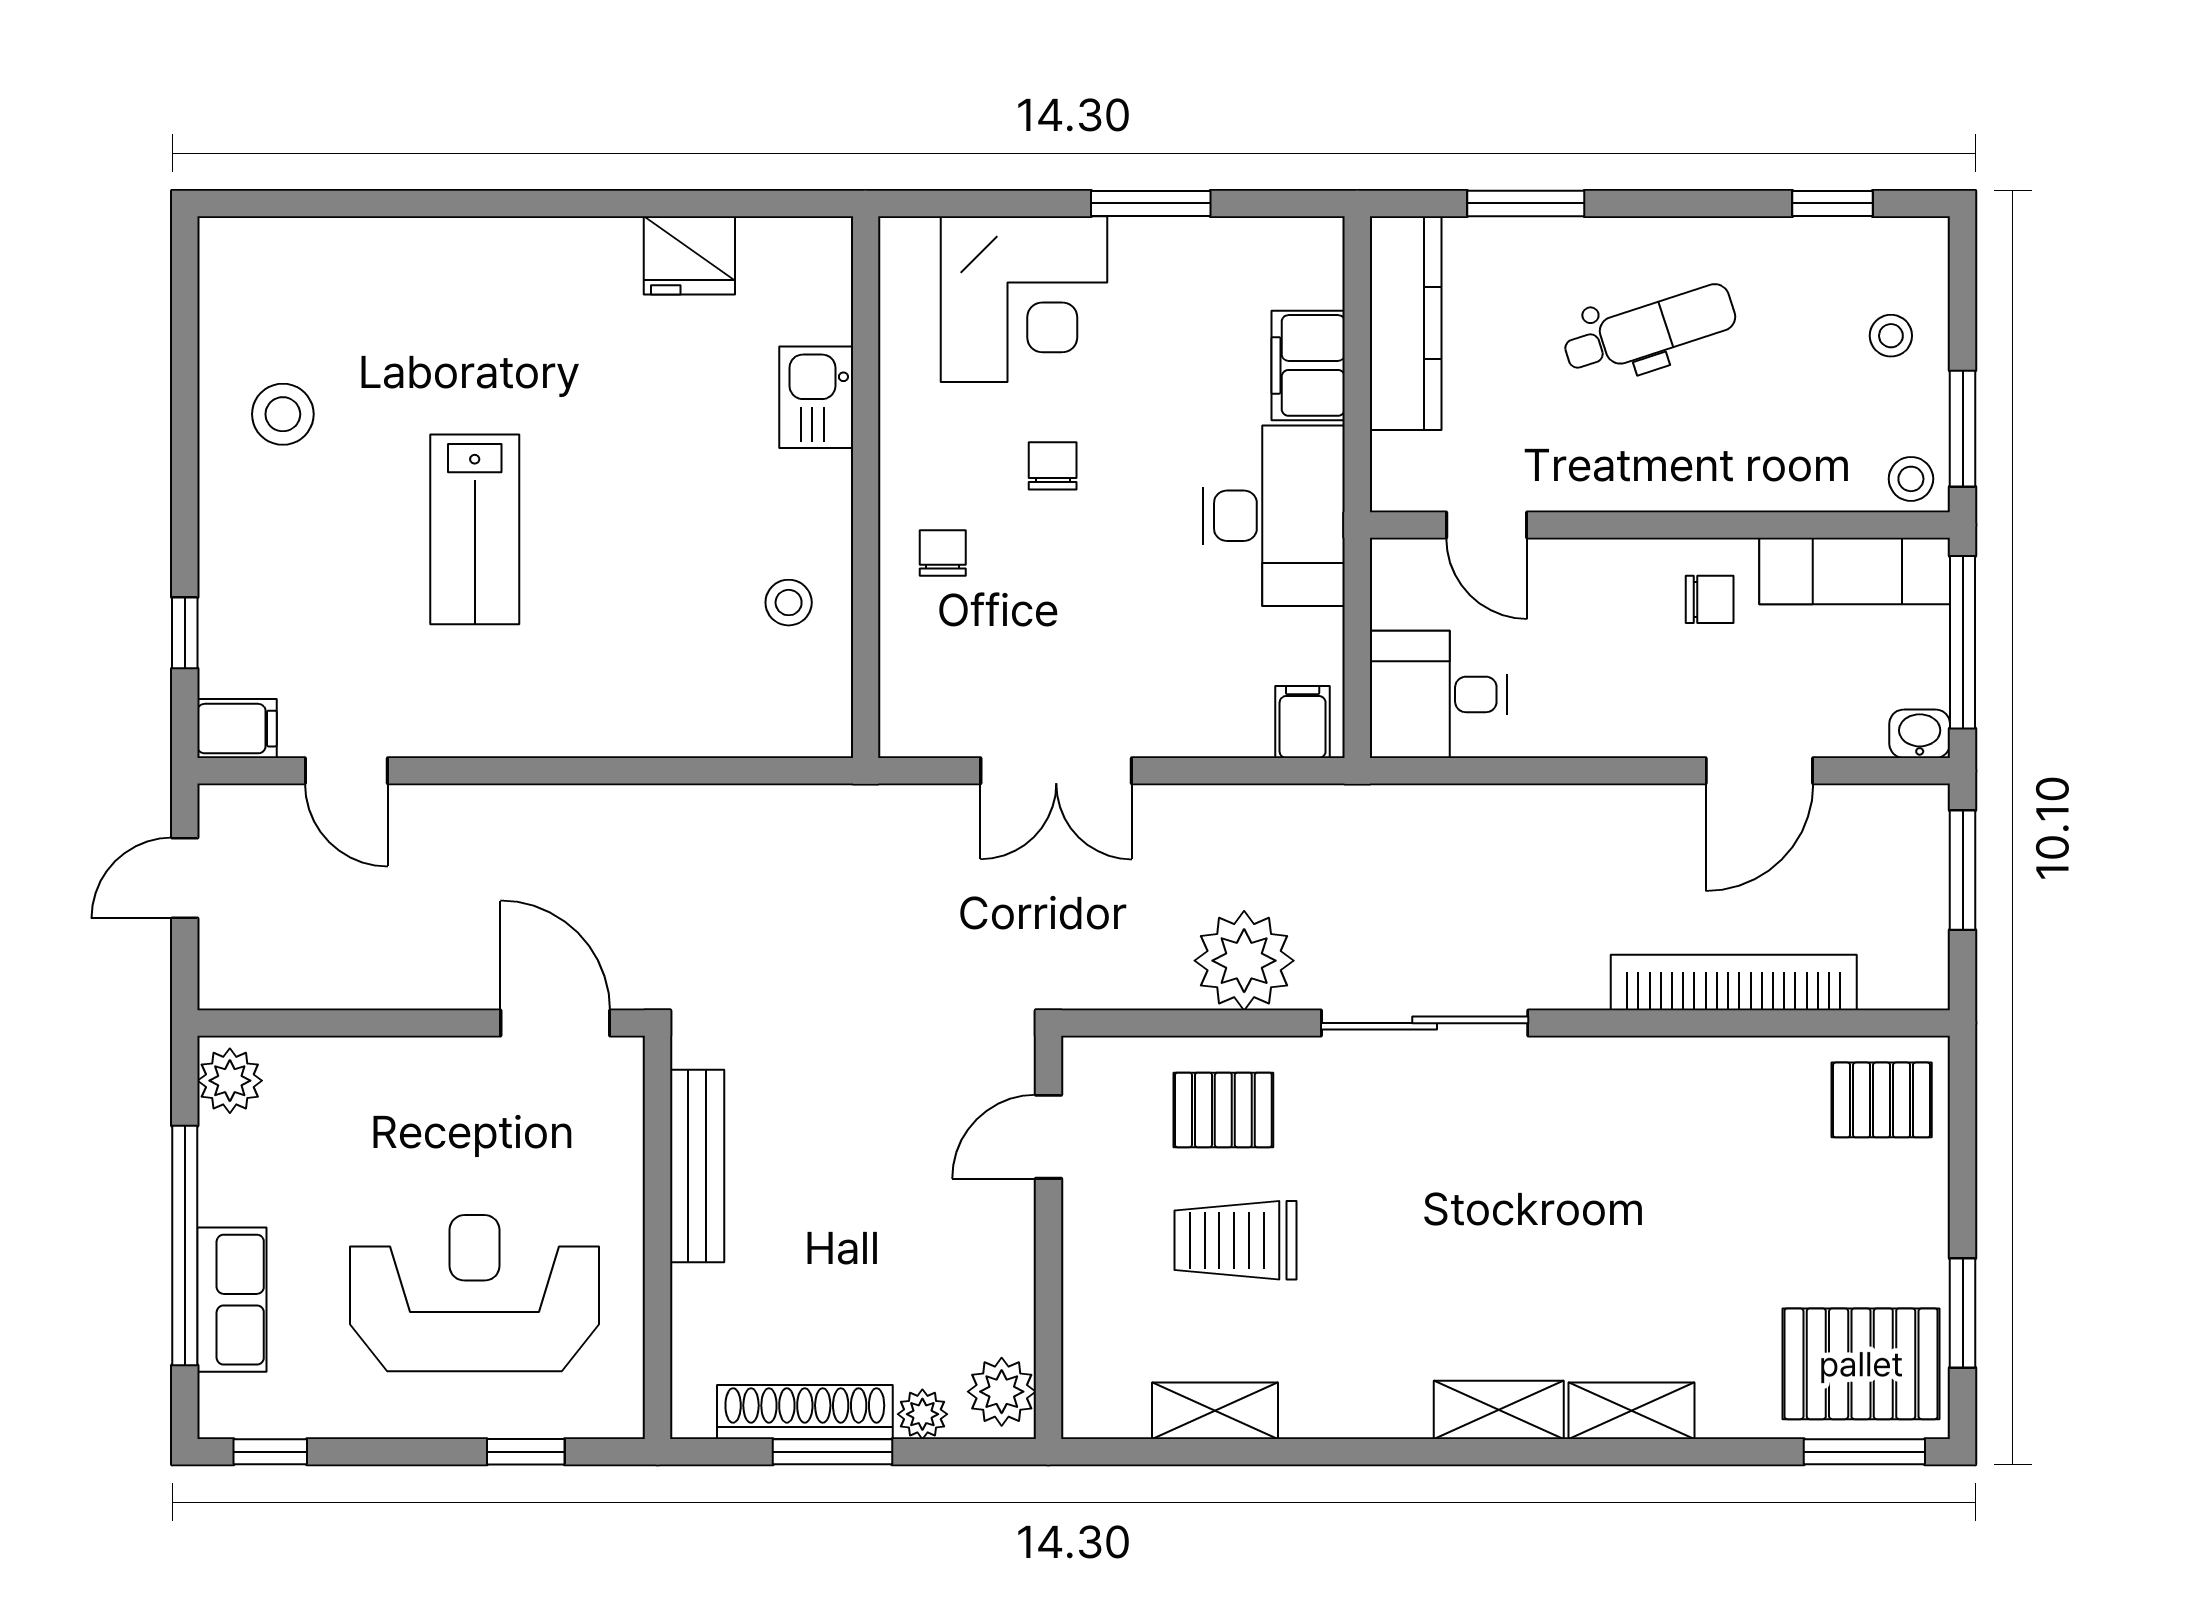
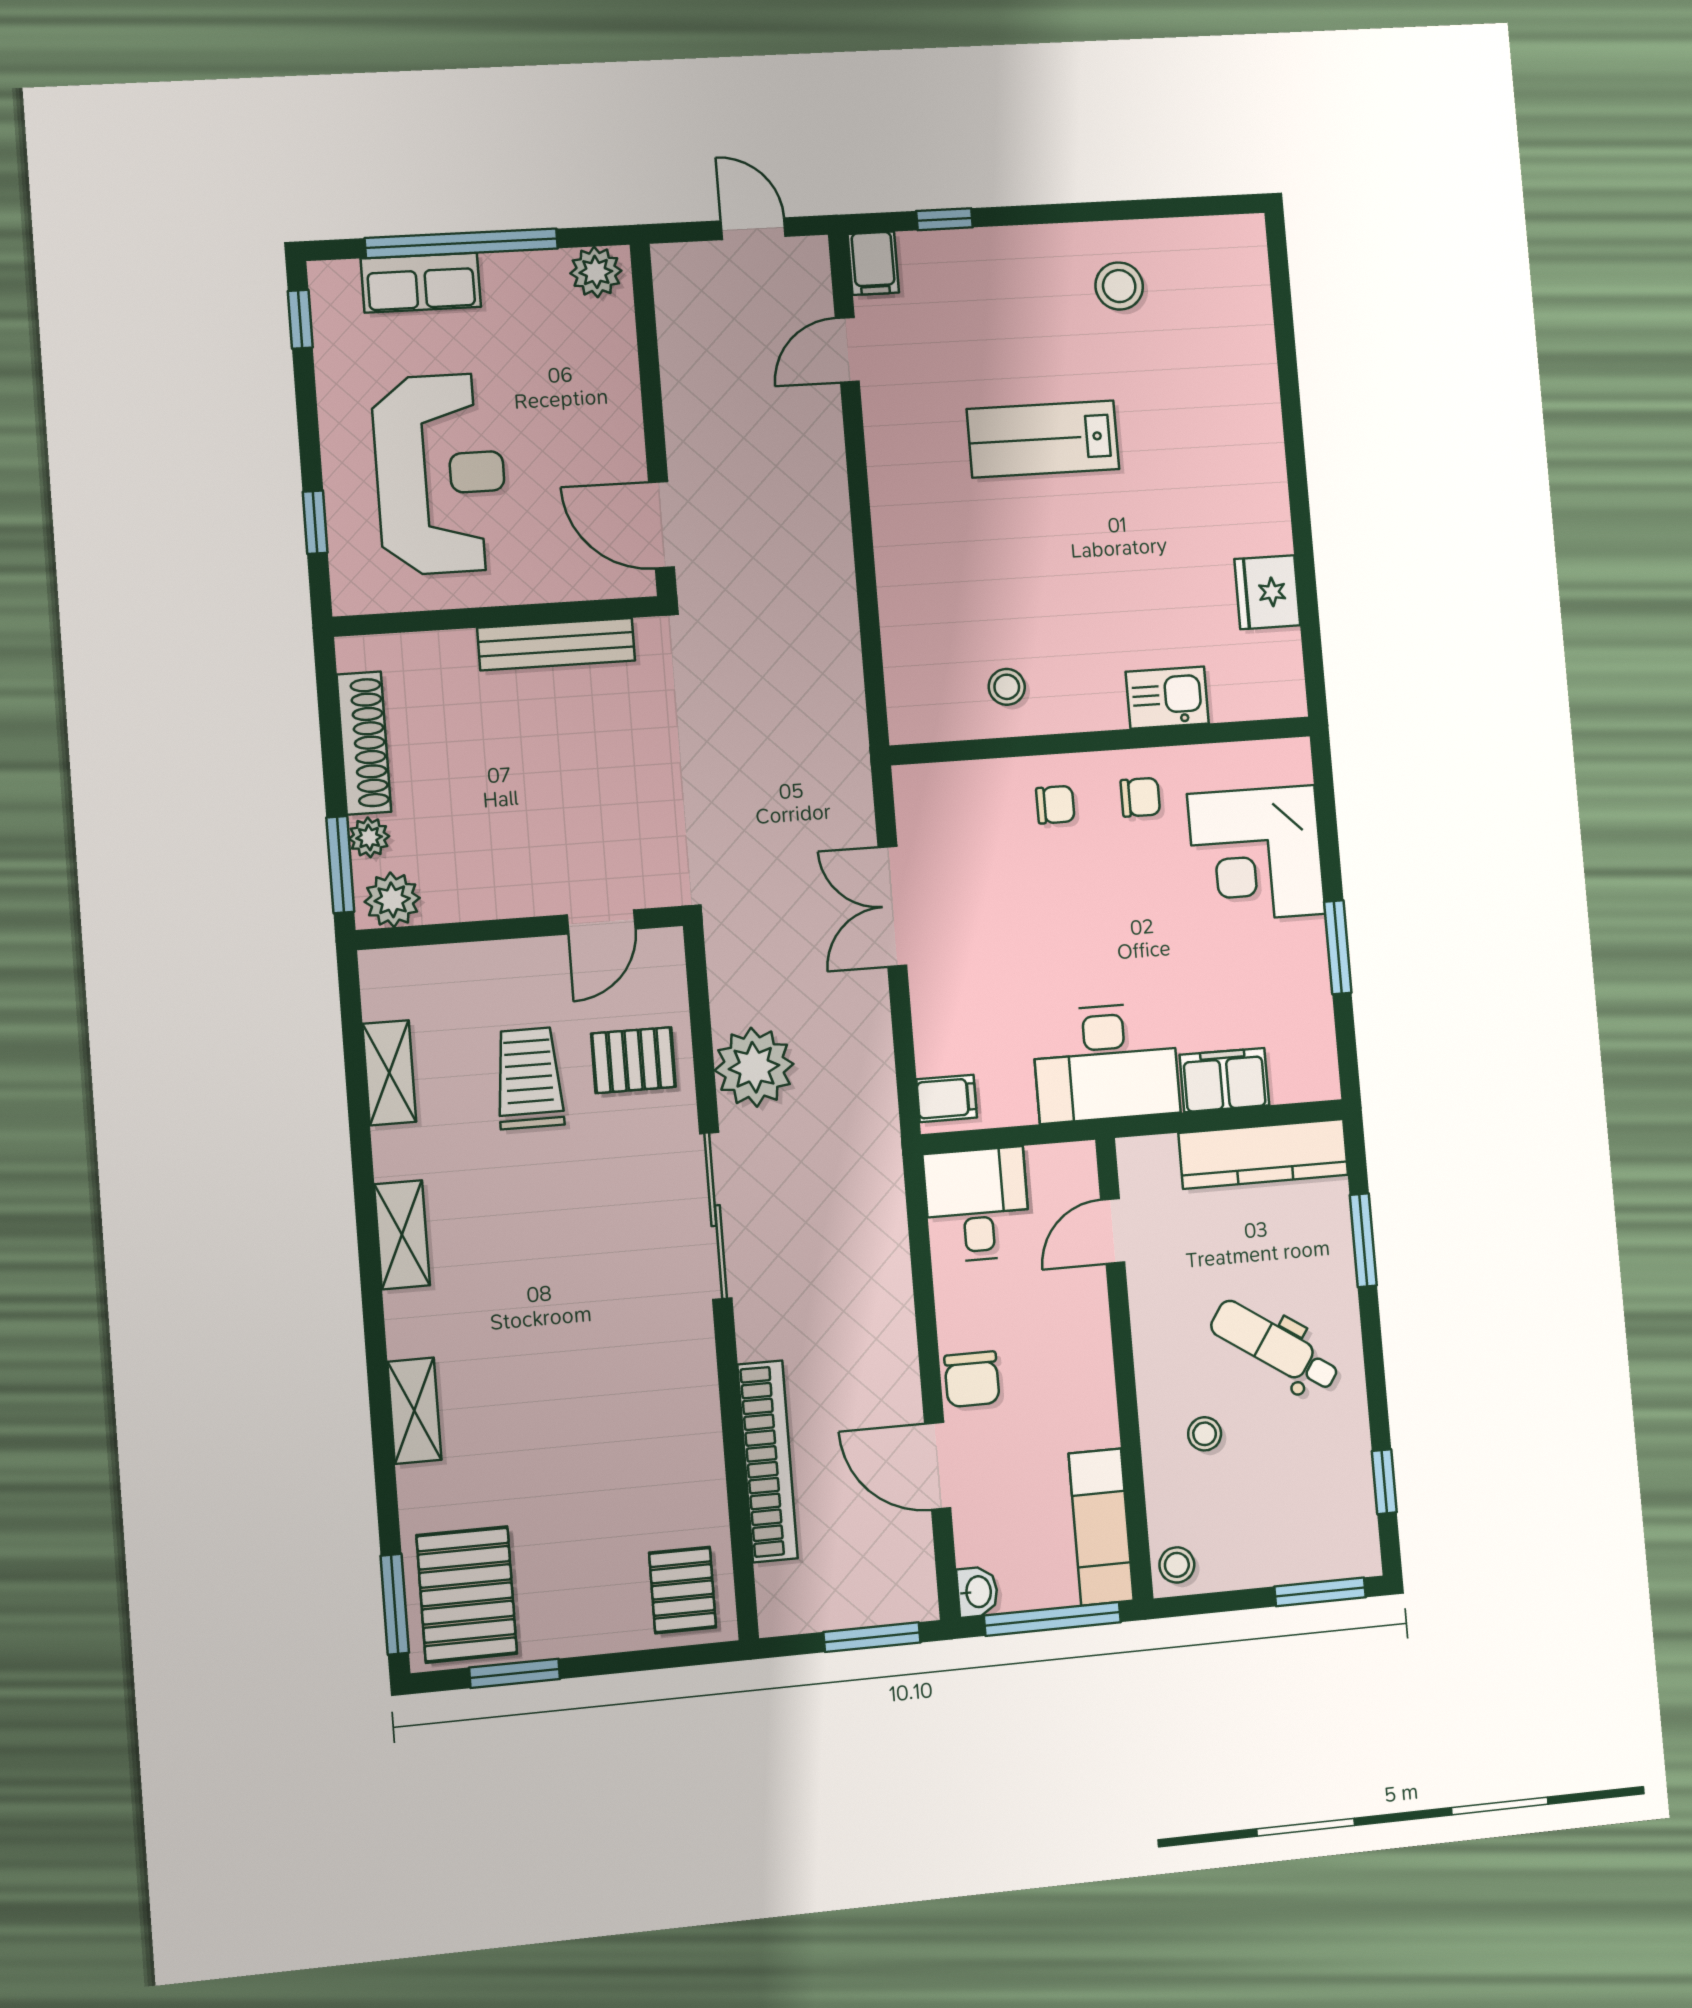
dental chair: (1650, 330) -> (1275, 1346), turned 142
stool: (1891, 336) -> (1205, 1434), moved
window: (1963, 429) -> (1320, 1592), moved
chair: (1053, 466) -> (1140, 797), moved
chair: (1710, 599) -> (972, 1379), moved, width x1.37, depth x1.37
door: (555, 1023) -> (662, 525), swing flipped
pallet: (1223, 1110) -> (633, 1060), turned 90
door: (1048, 1137) -> (601, 922), swing flipped
shelving: (1499, 1410) -> (402, 1235), moved
window: (832, 1452) -> (340, 865), moved

